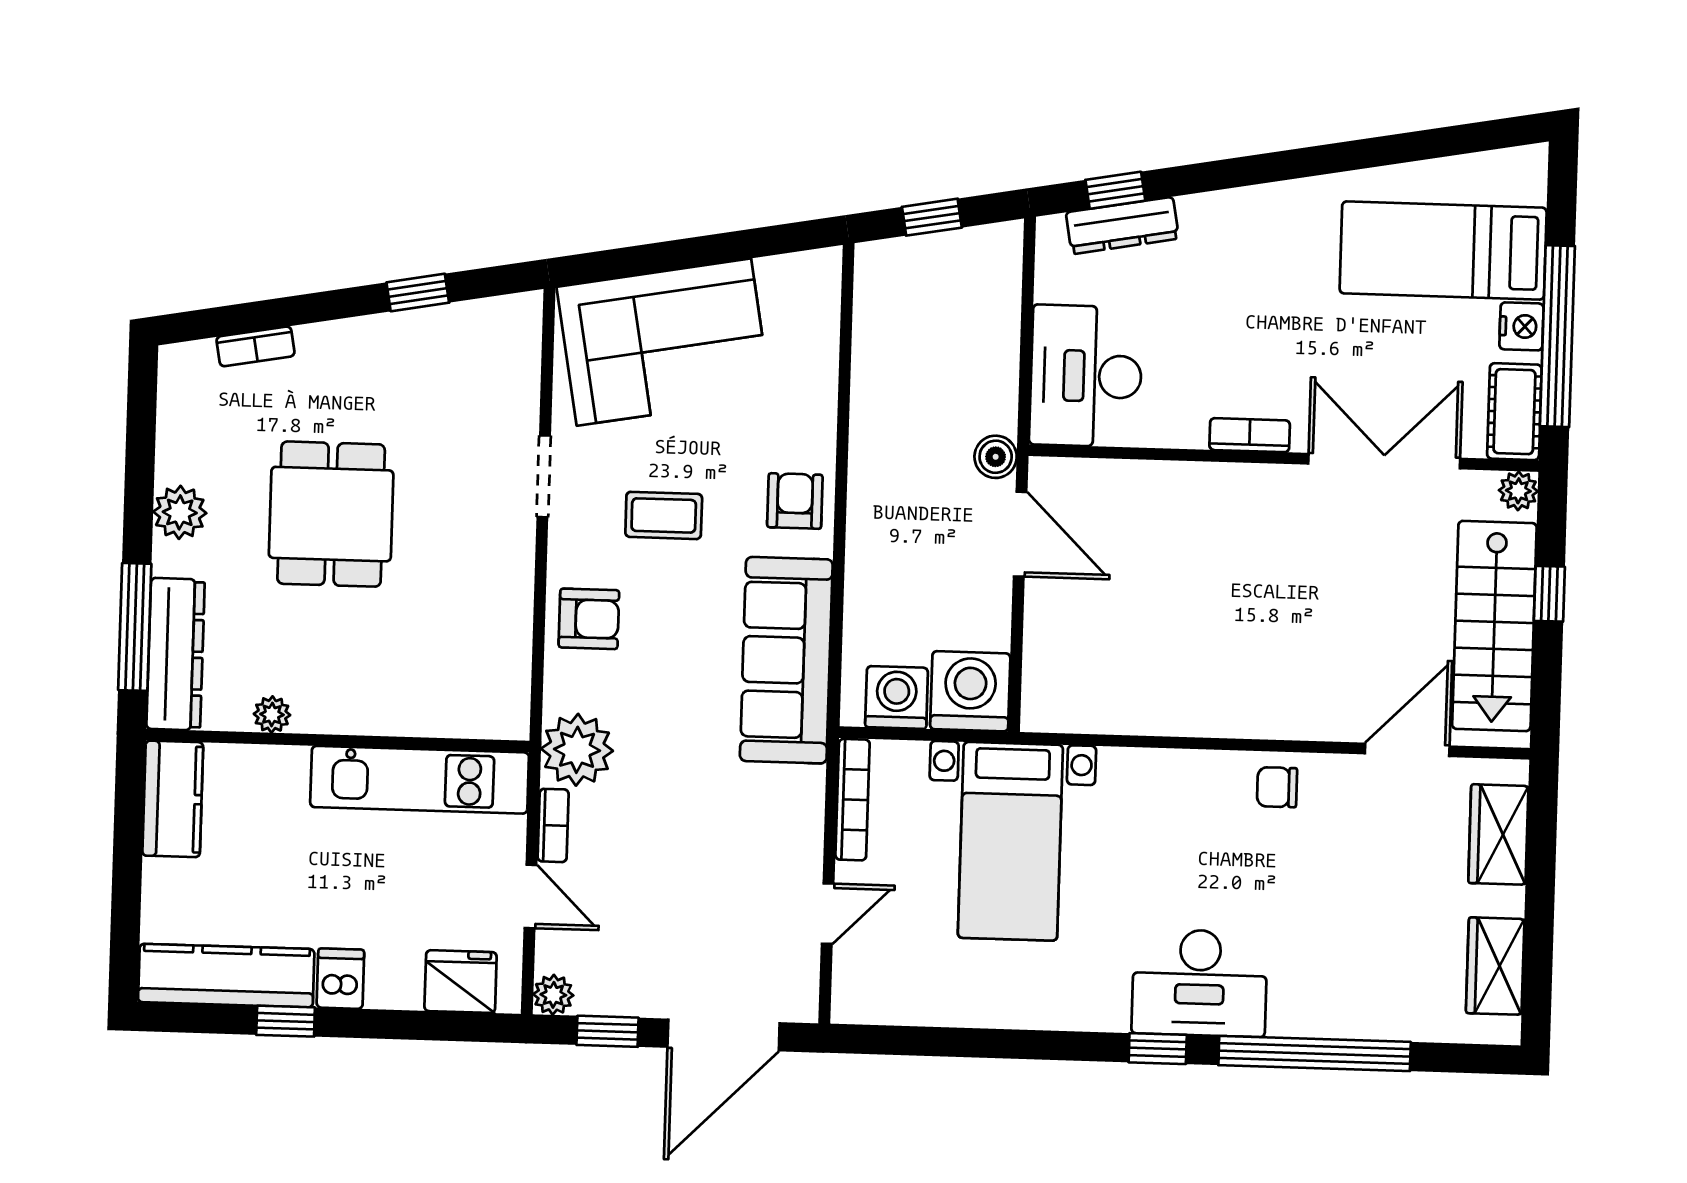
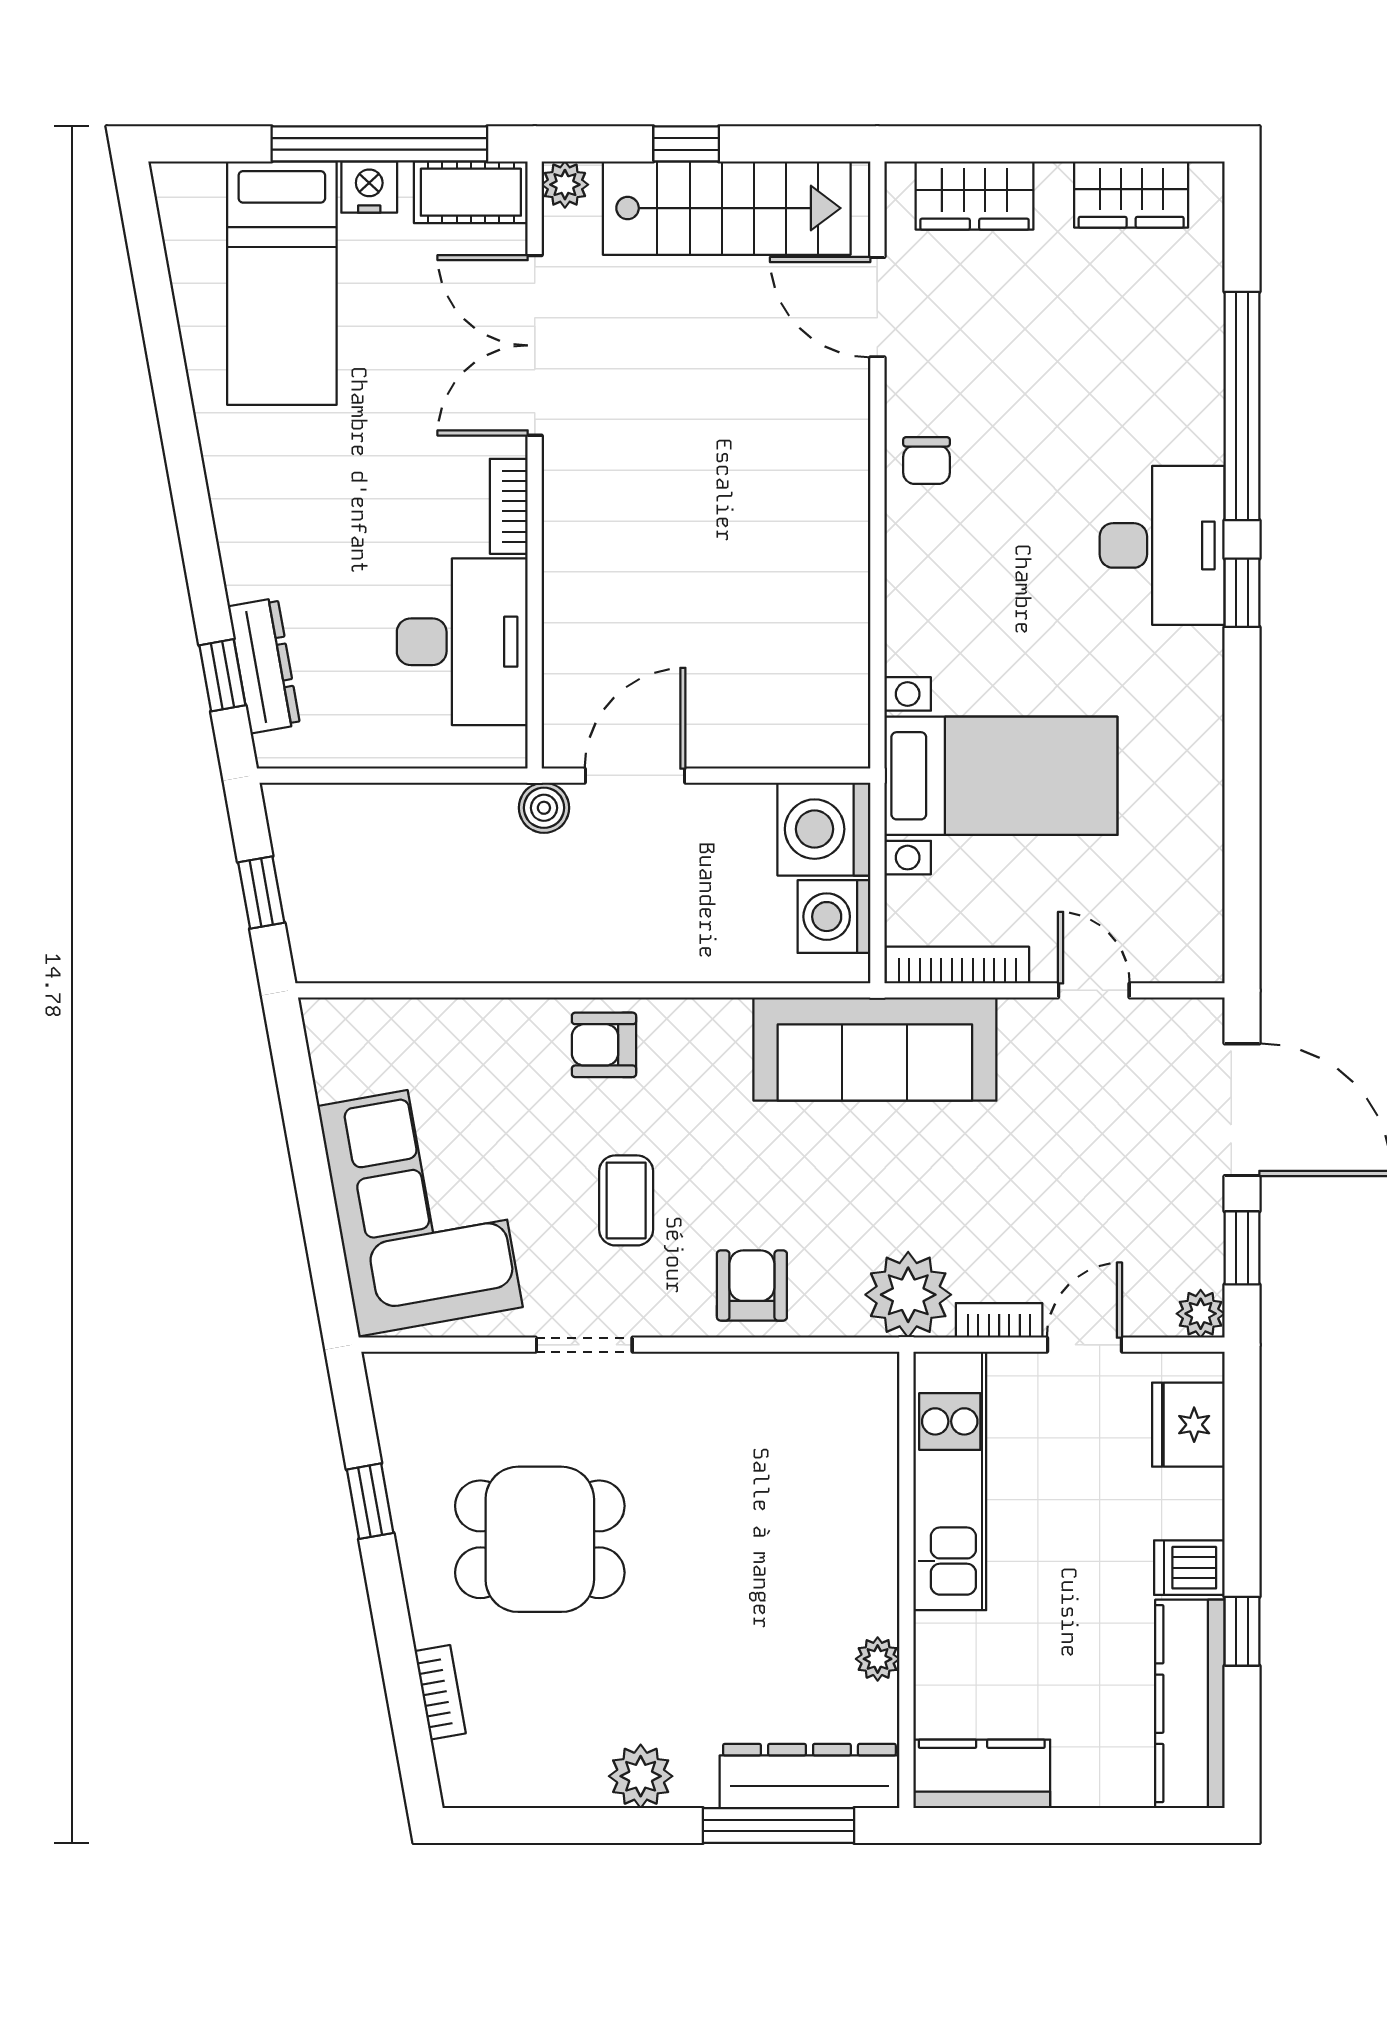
desk: (1086, 376) -> (462, 642), moved, turned -90
dining table: (331, 514) -> (540, 1539), moved
sofa: (786, 660) -> (875, 1049), moved

